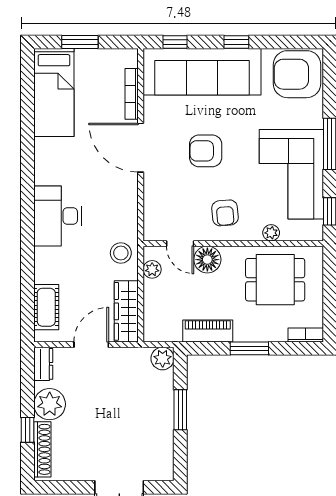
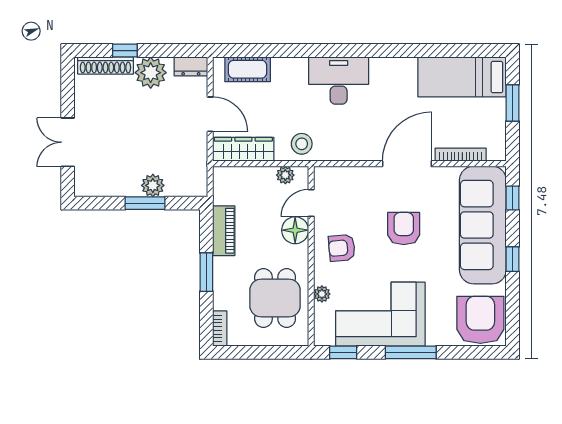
plant: (163, 358) -> (153, 185), moved

